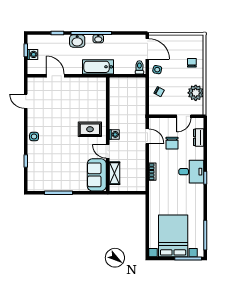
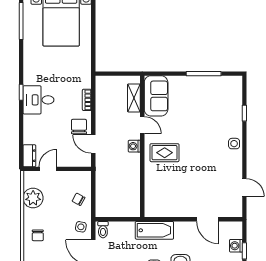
dresser: (199, 137) -> (29, 156), moved
chair: (172, 143) -> (79, 127), moved

